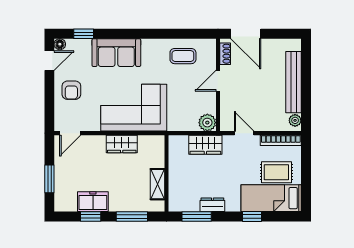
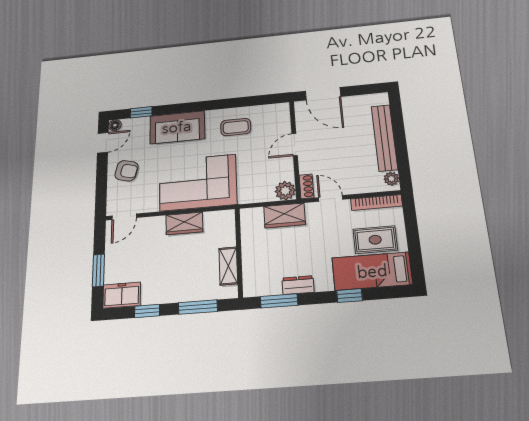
shoe rack: (225, 54) -> (306, 186), moved
coffee table: (183, 56) -> (236, 127), moved
armchair: (71, 90) -> (127, 171), turned -75
freezer: (93, 202) -> (122, 295), moved

